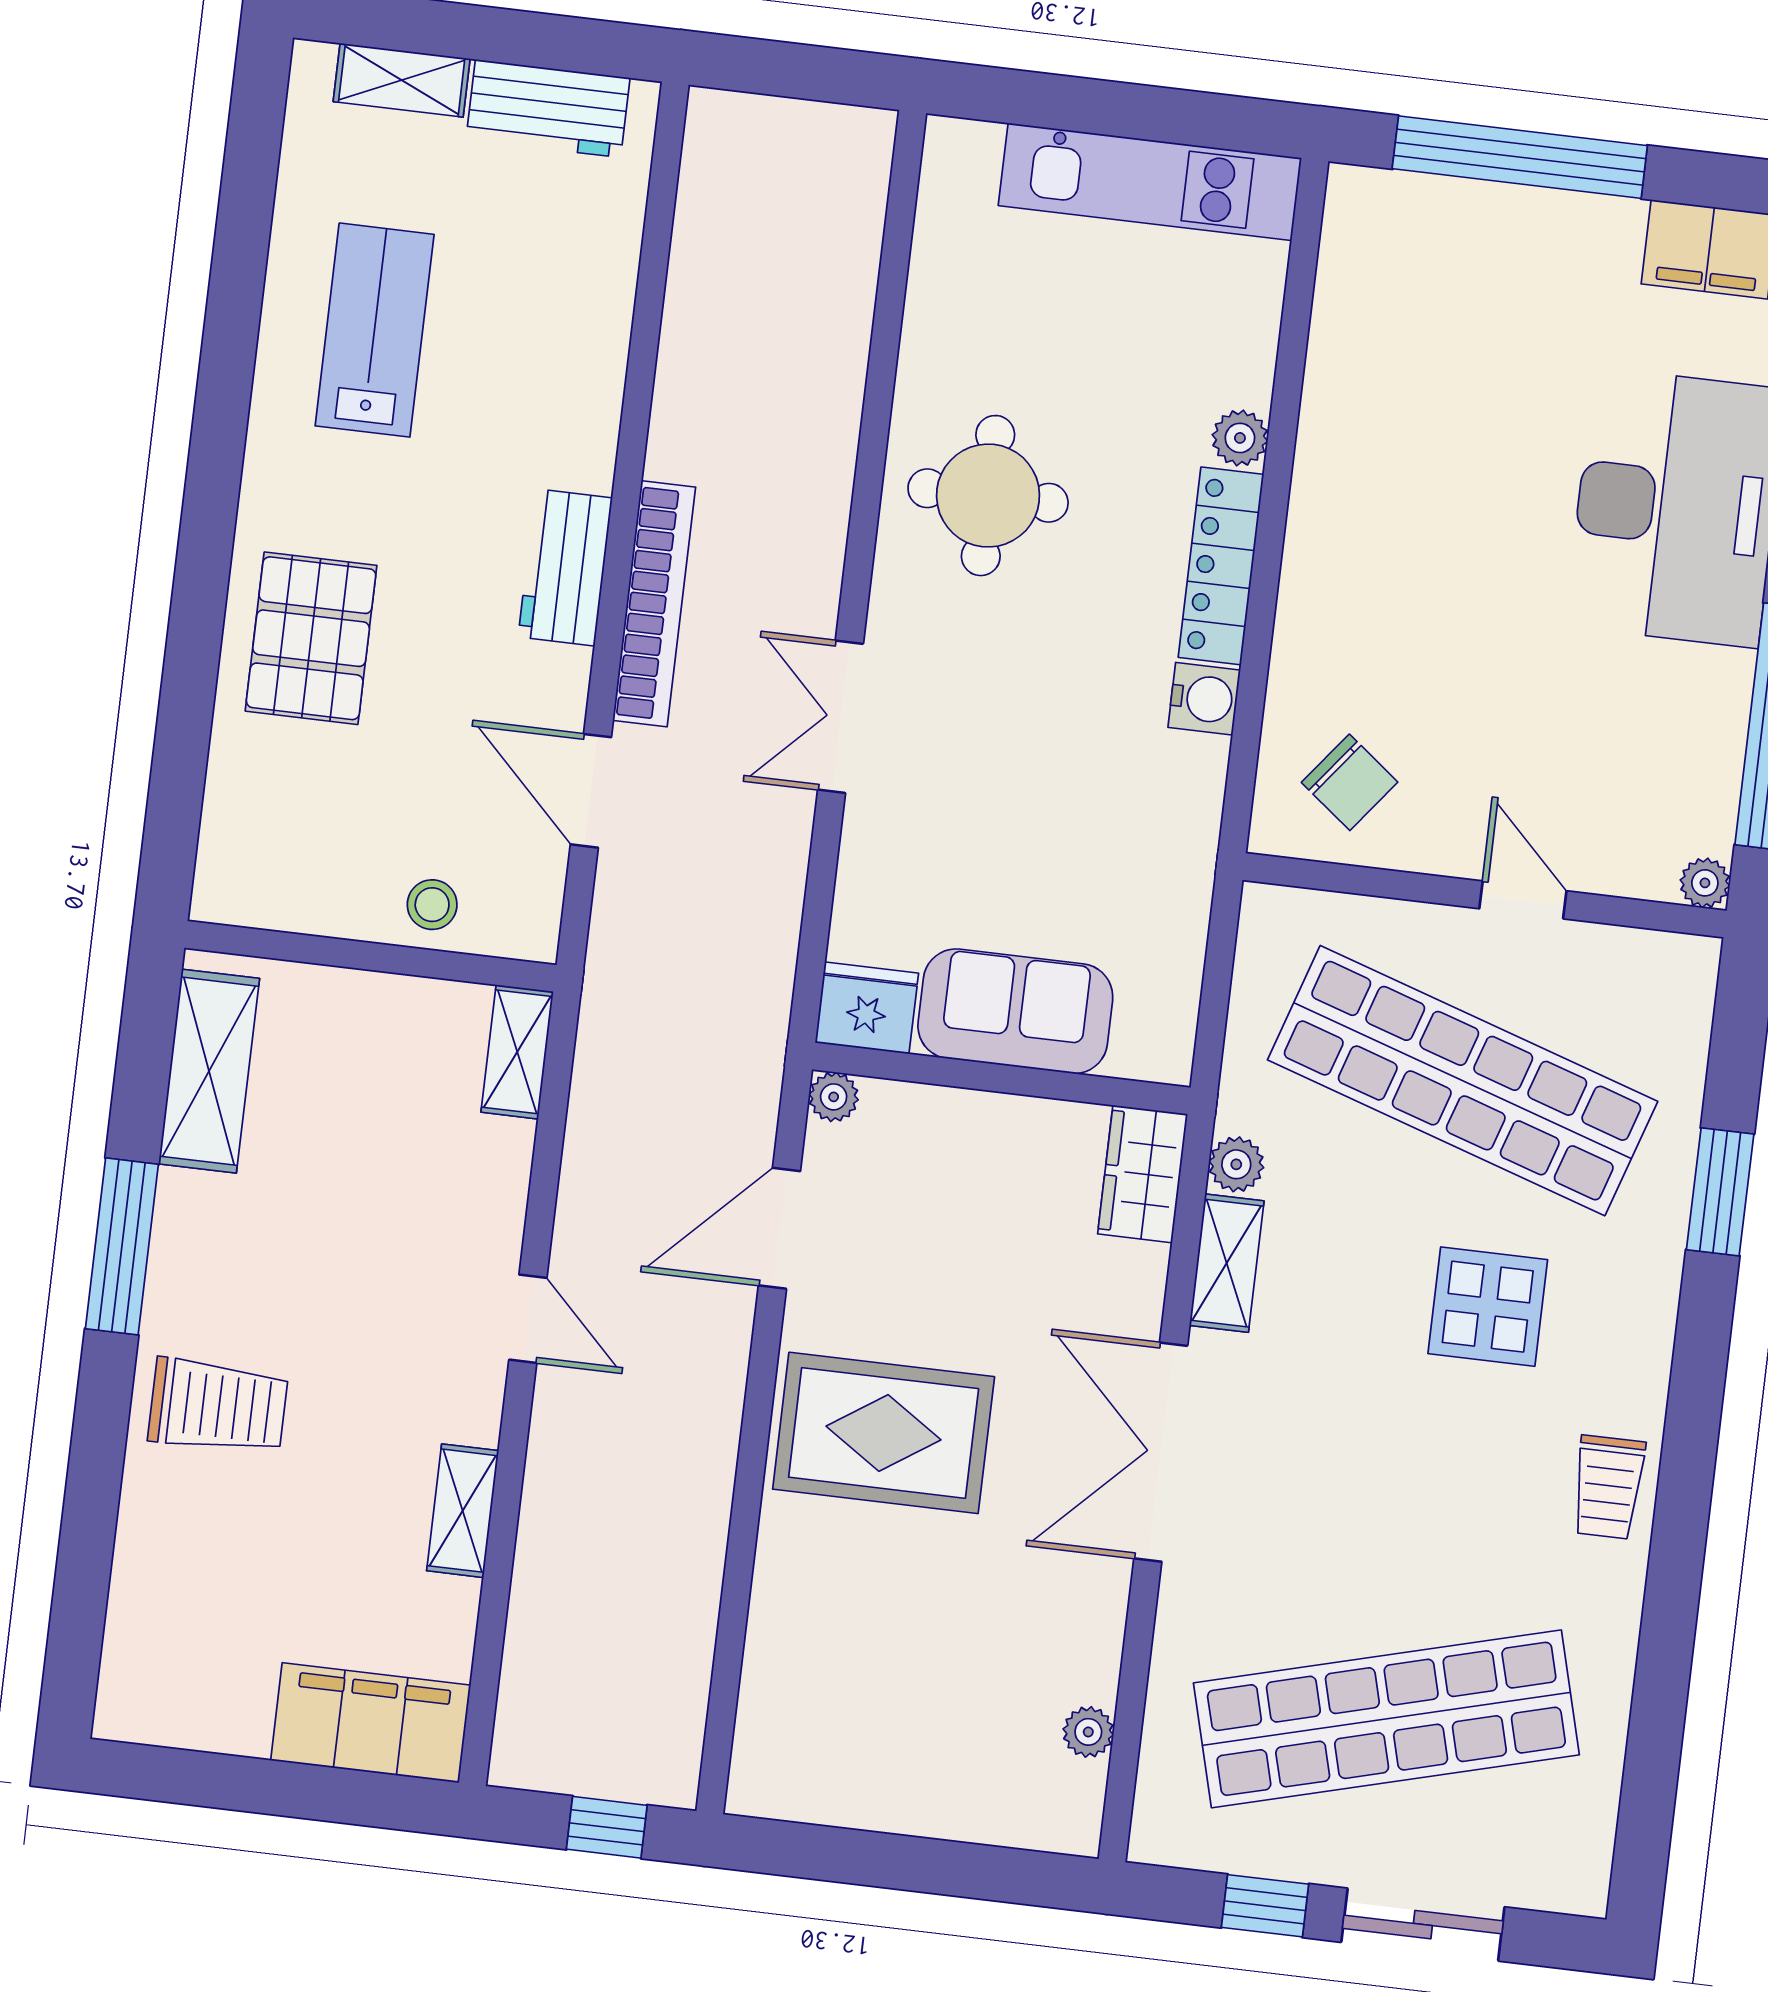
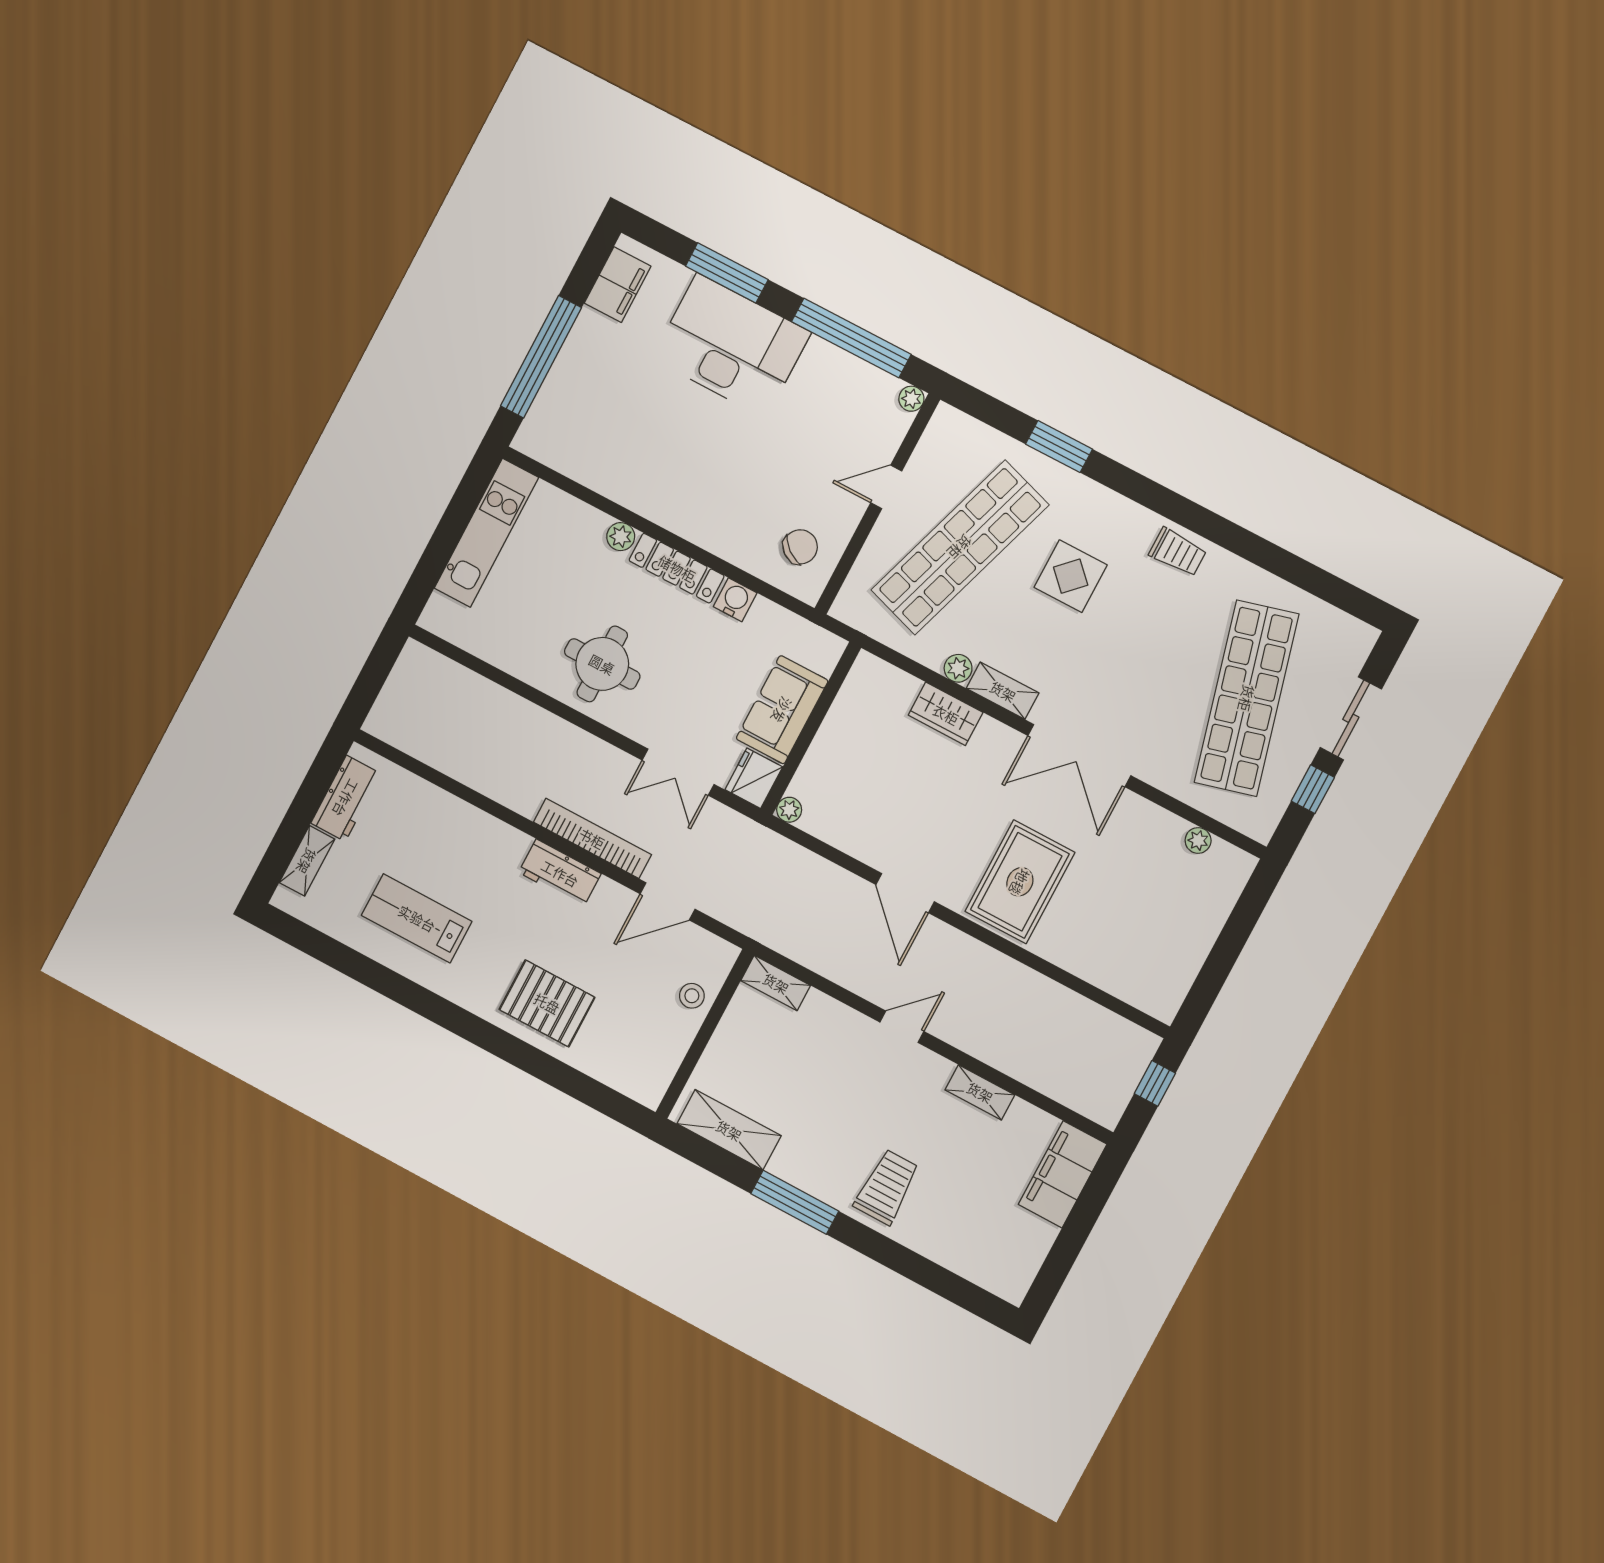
fridge: (867, 1008) -> (754, 778), moved
sofa: (1015, 1011) -> (782, 710), moved
wall: (1001, 1078) -> (811, 728), moved
plant: (834, 1097) -> (789, 810), moved

